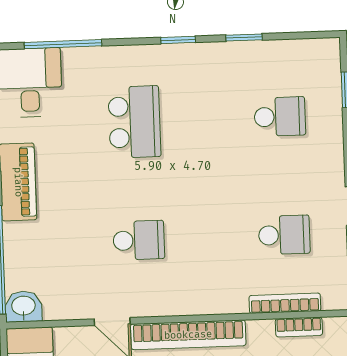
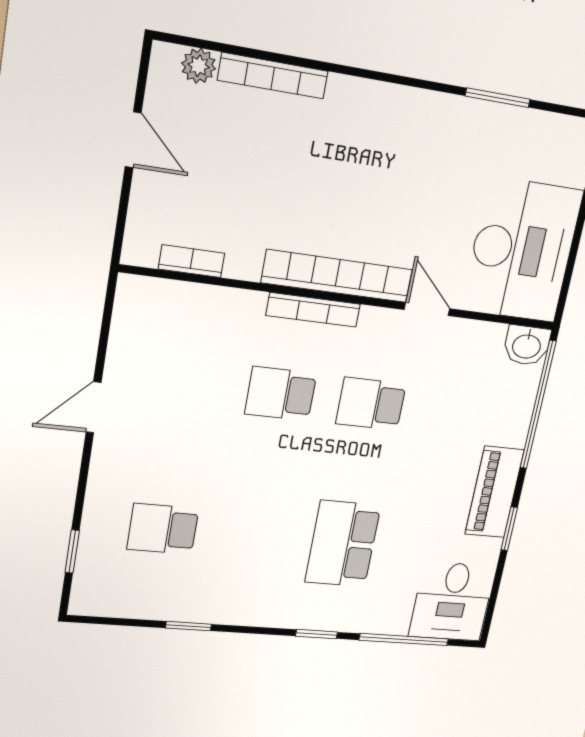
window: (178, 40) -> (317, 634), moved
school desk: (284, 235) -> (281, 394), moved
bookcase: (285, 303) -> (313, 310), moved

